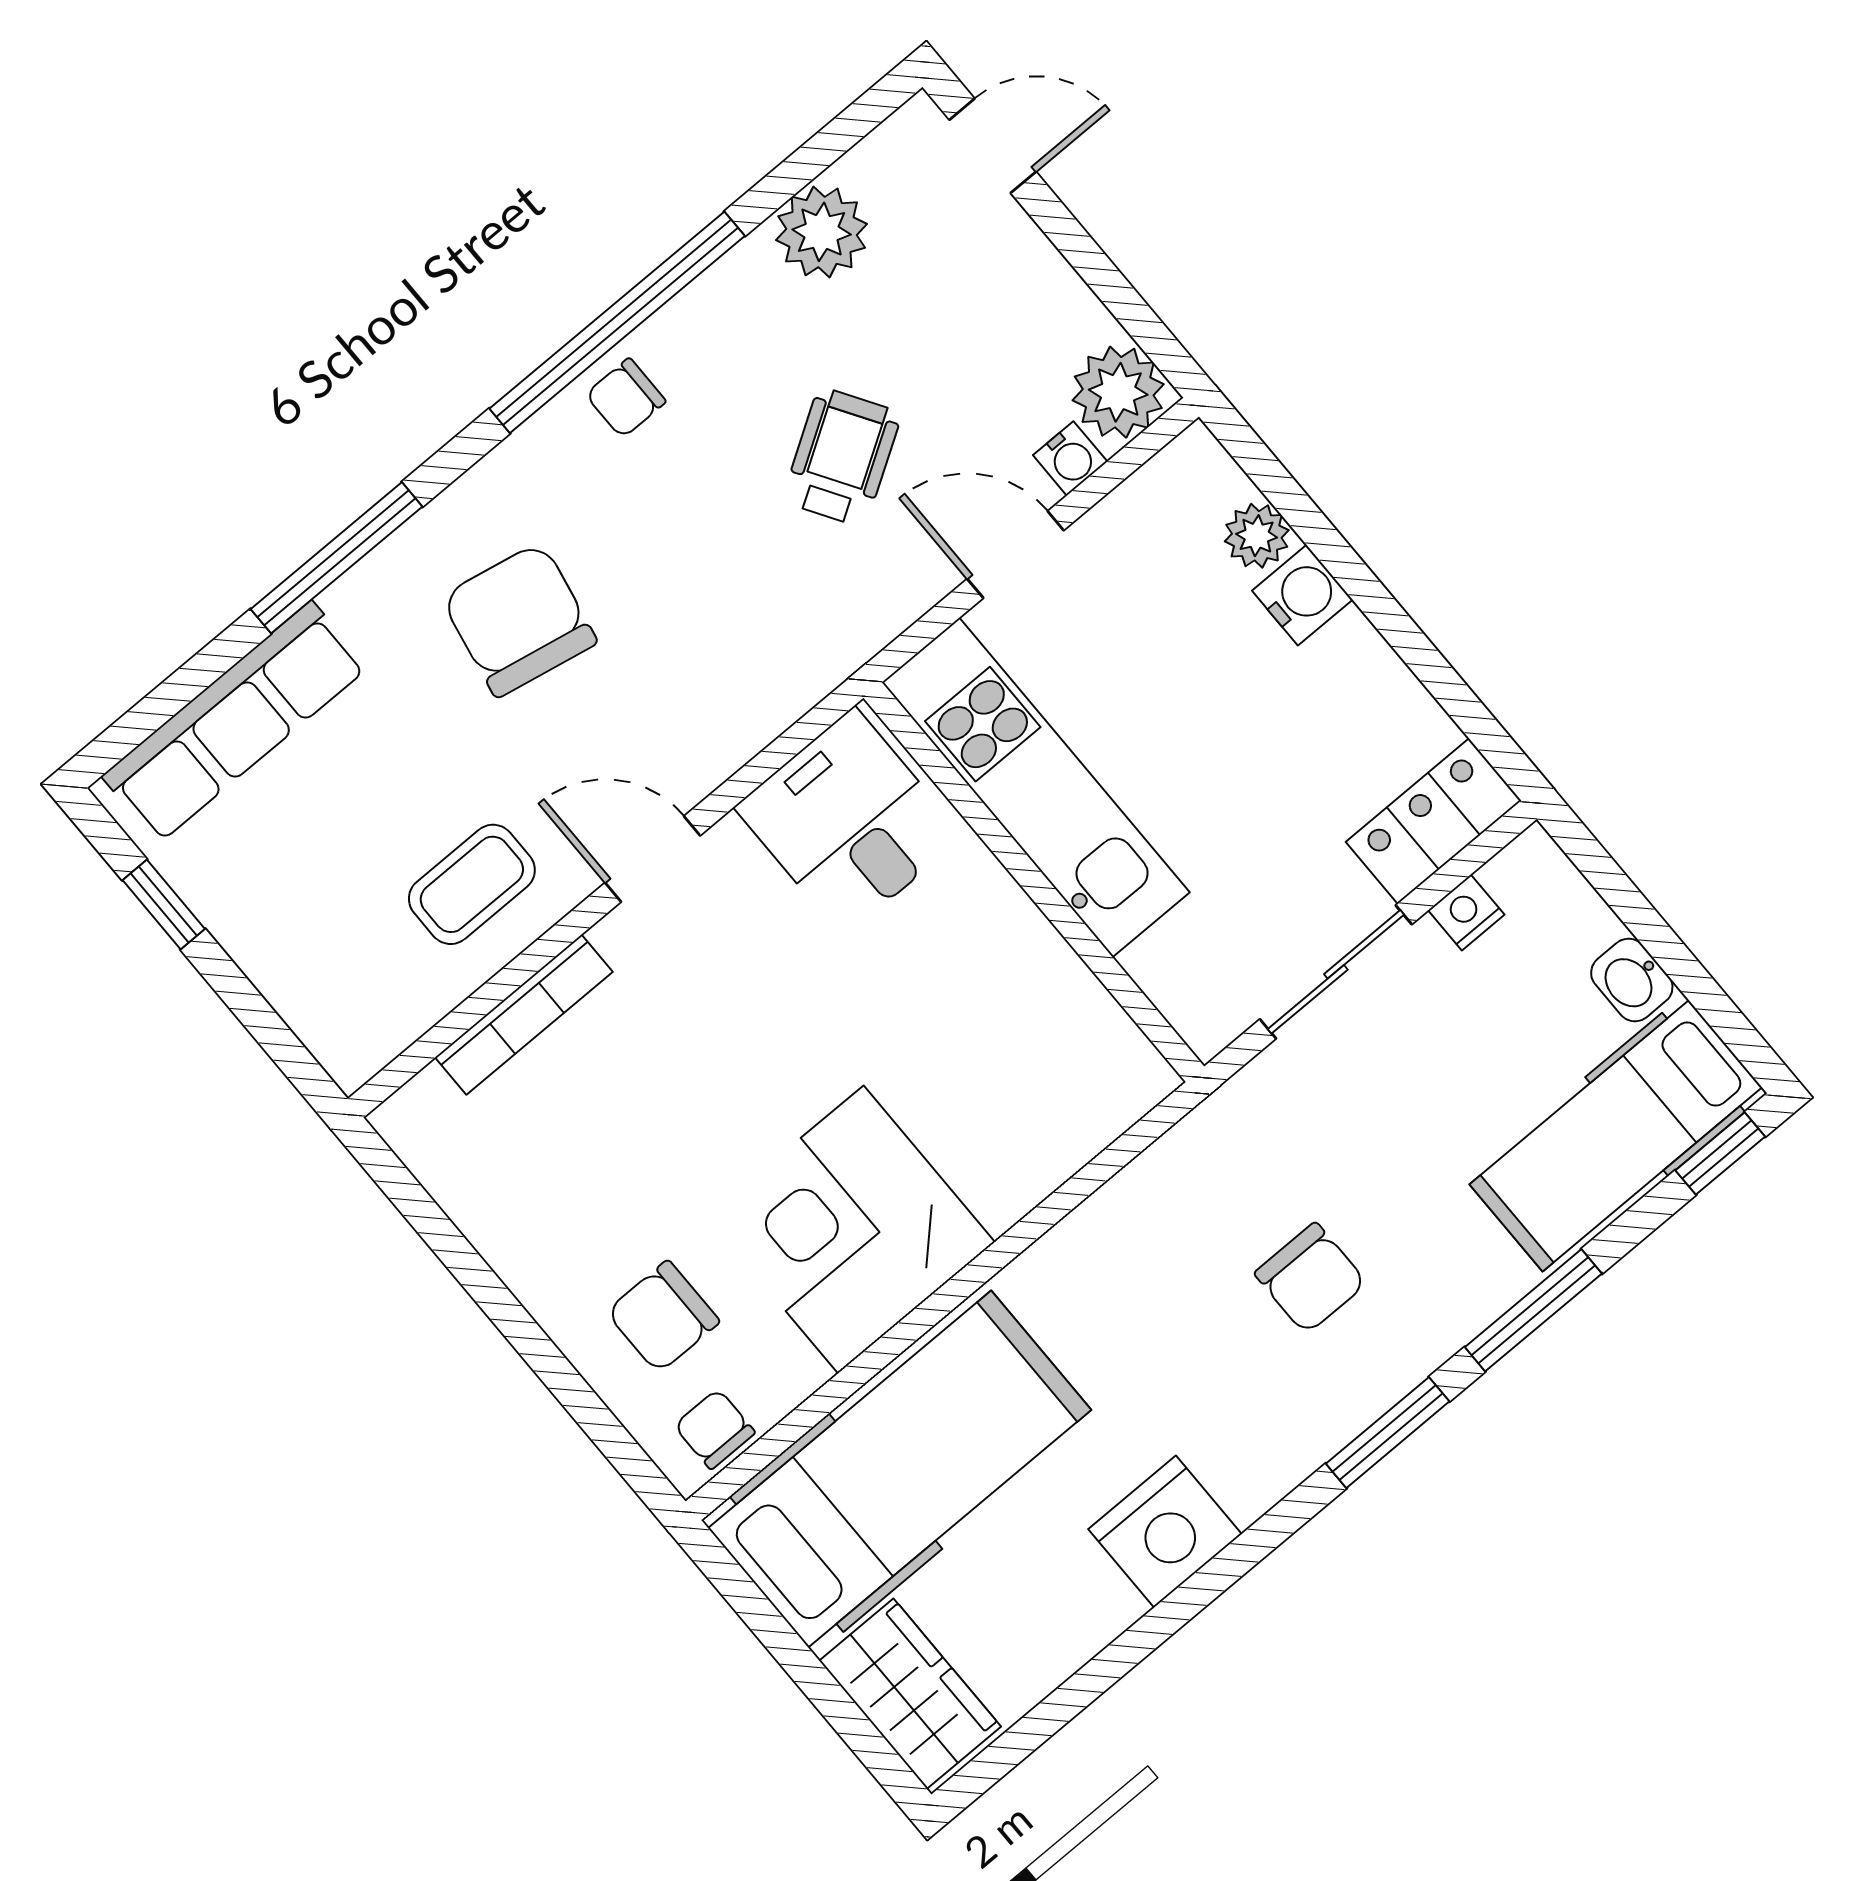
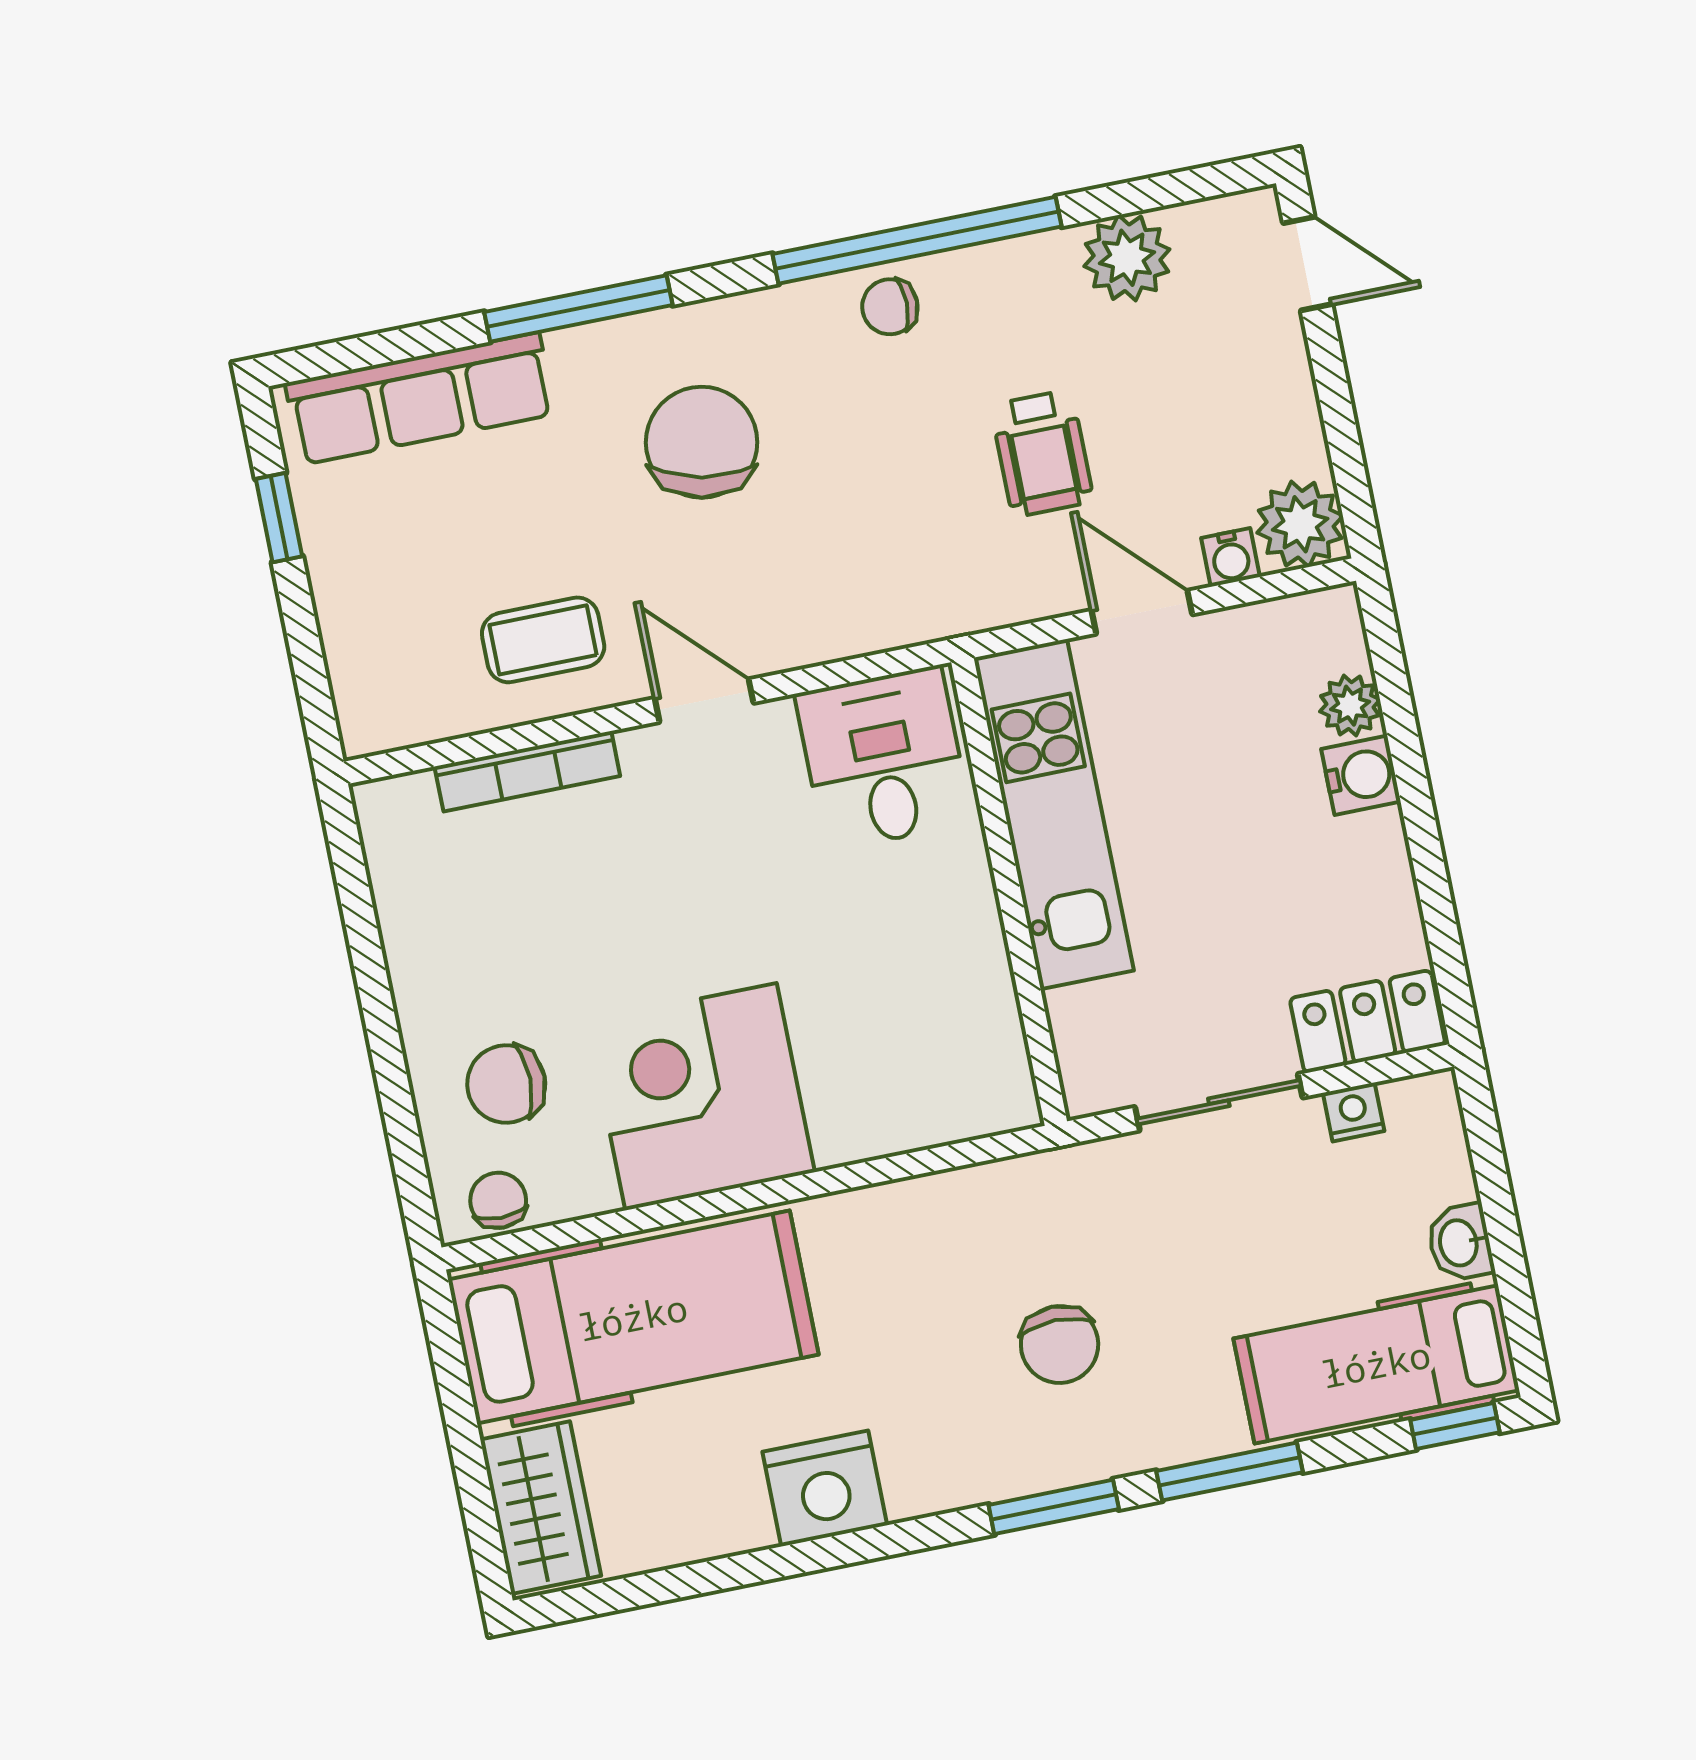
wheelchair: (842, 457) -> (1042, 453), turned 122

